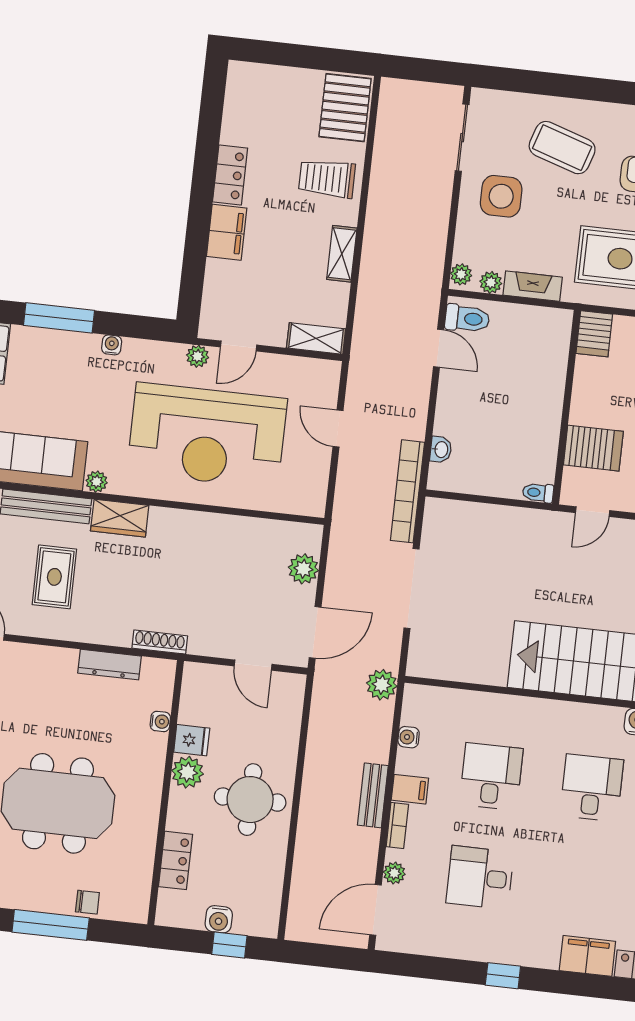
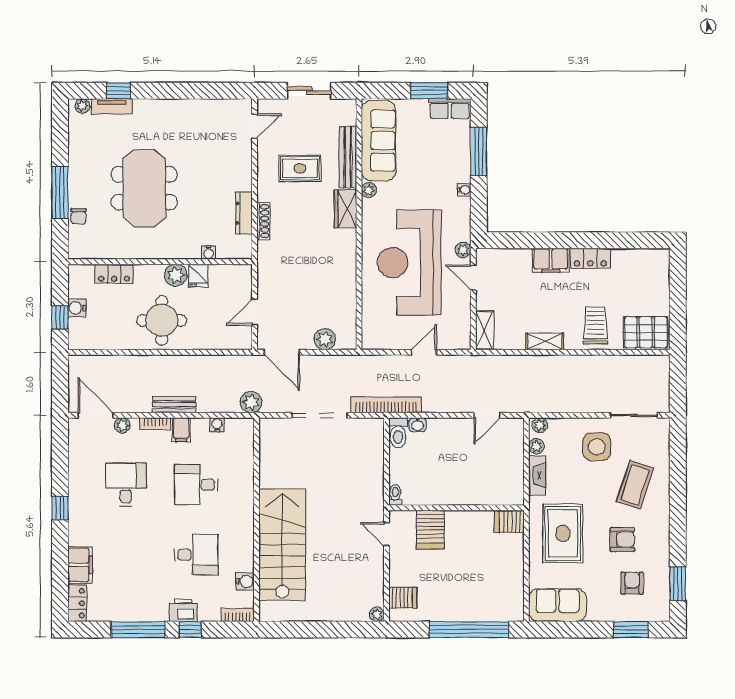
toilet: (467, 319) -> (398, 433), moved
shoe rack: (160, 642) -> (263, 221), moved
desk: (491, 777) -> (196, 485), turned 180

